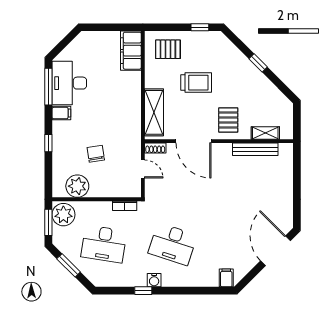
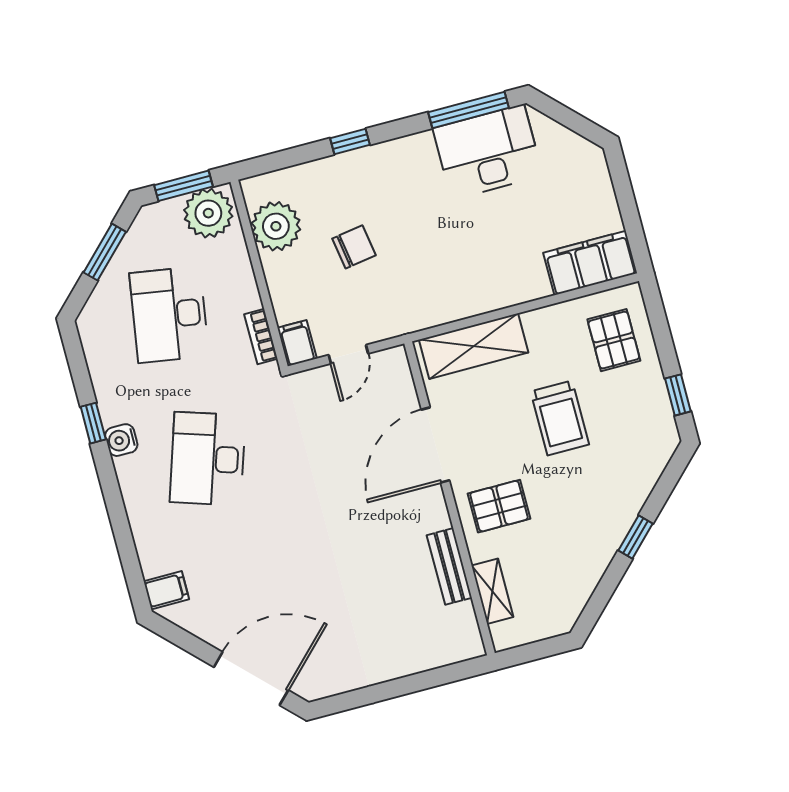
filing cabinet: (61, 113) -> (297, 343), moved, turned 180
shoe rack: (155, 148) -> (399, 368), removed
bench: (255, 149) -> (449, 566), width x0.73

